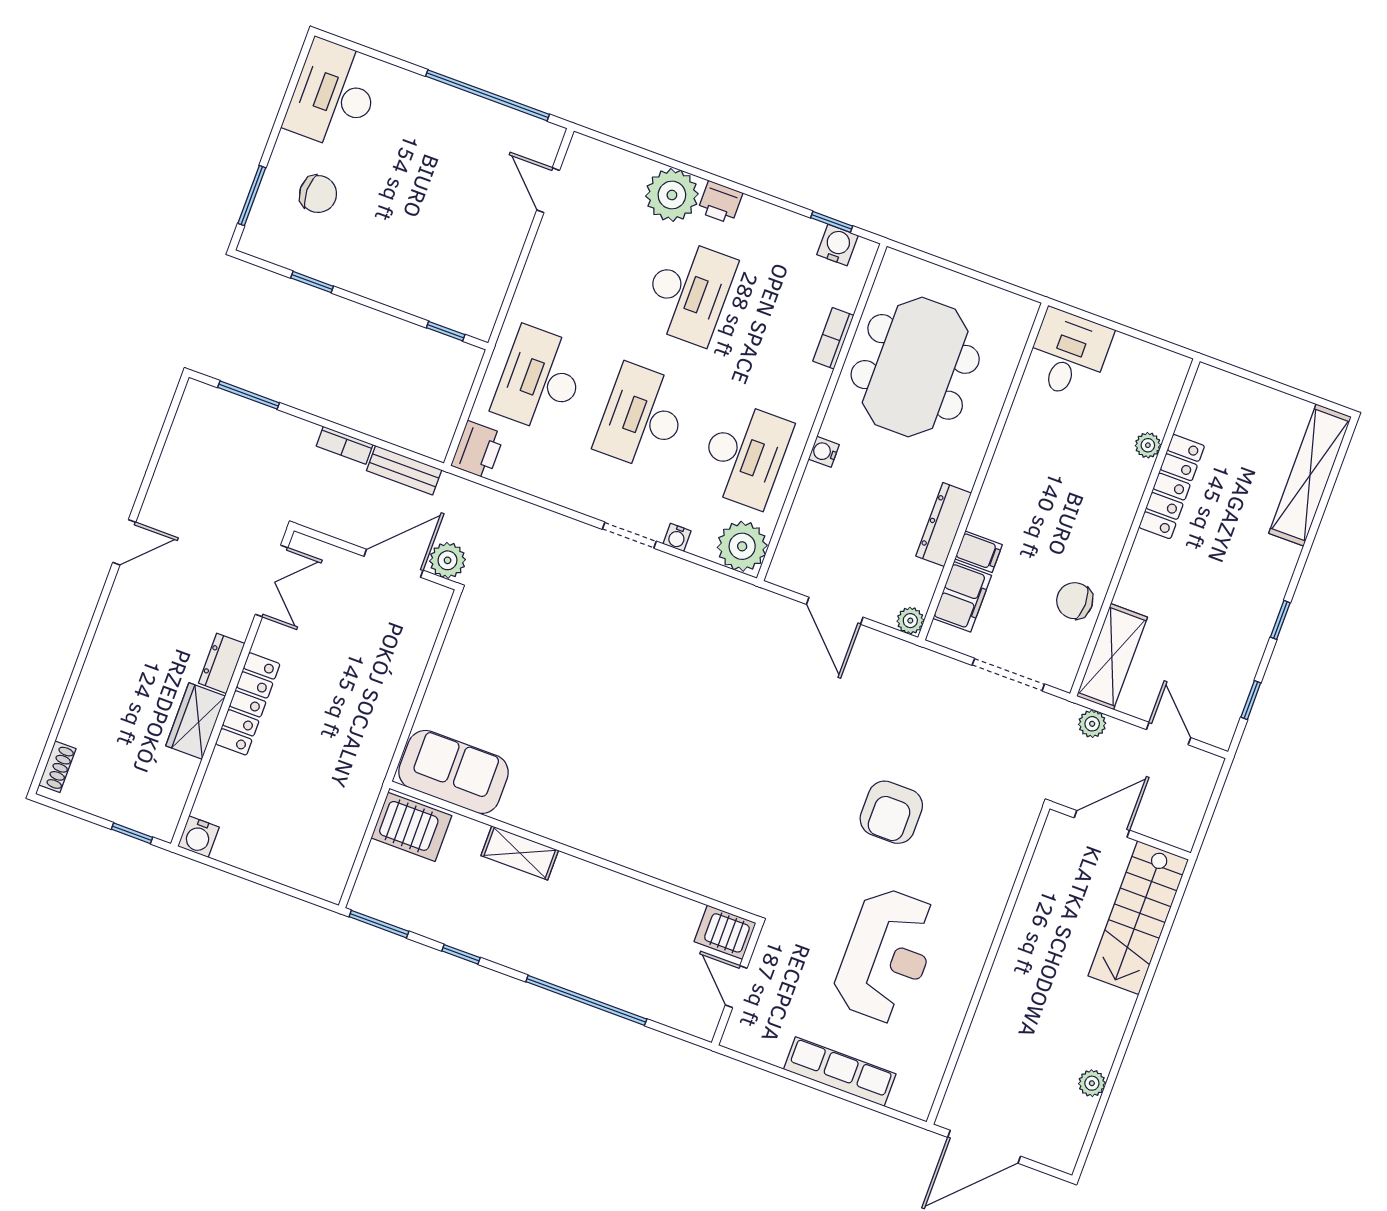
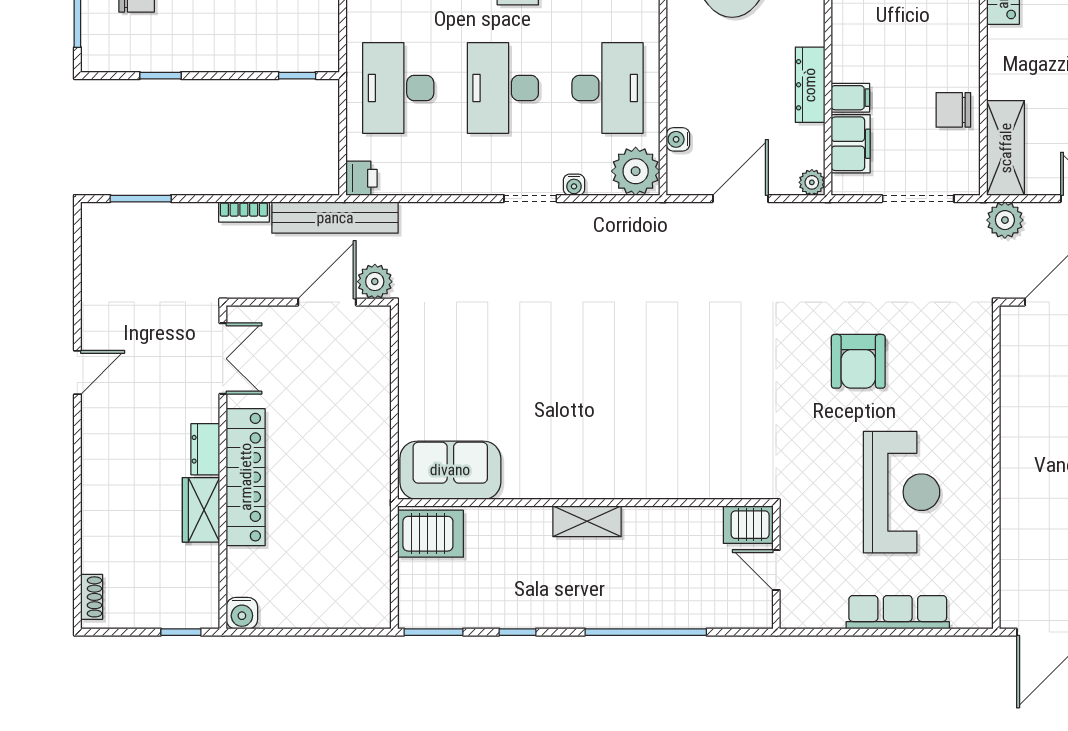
printer: (478, 450) -> (362, 178), width x0.73, depth x0.81
water cooler: (824, 452) -> (678, 139), moved
bench: (404, 470) -> (335, 218), width x1.86, depth x1.21
door: (835, 611) -> (740, 199), swing flipped
locker: (248, 704) -> (246, 477), width x1.41, depth x1.21
plant: (1092, 724) -> (1005, 220), width x1.38, depth x1.38
shelving: (520, 853) -> (587, 521), moved

